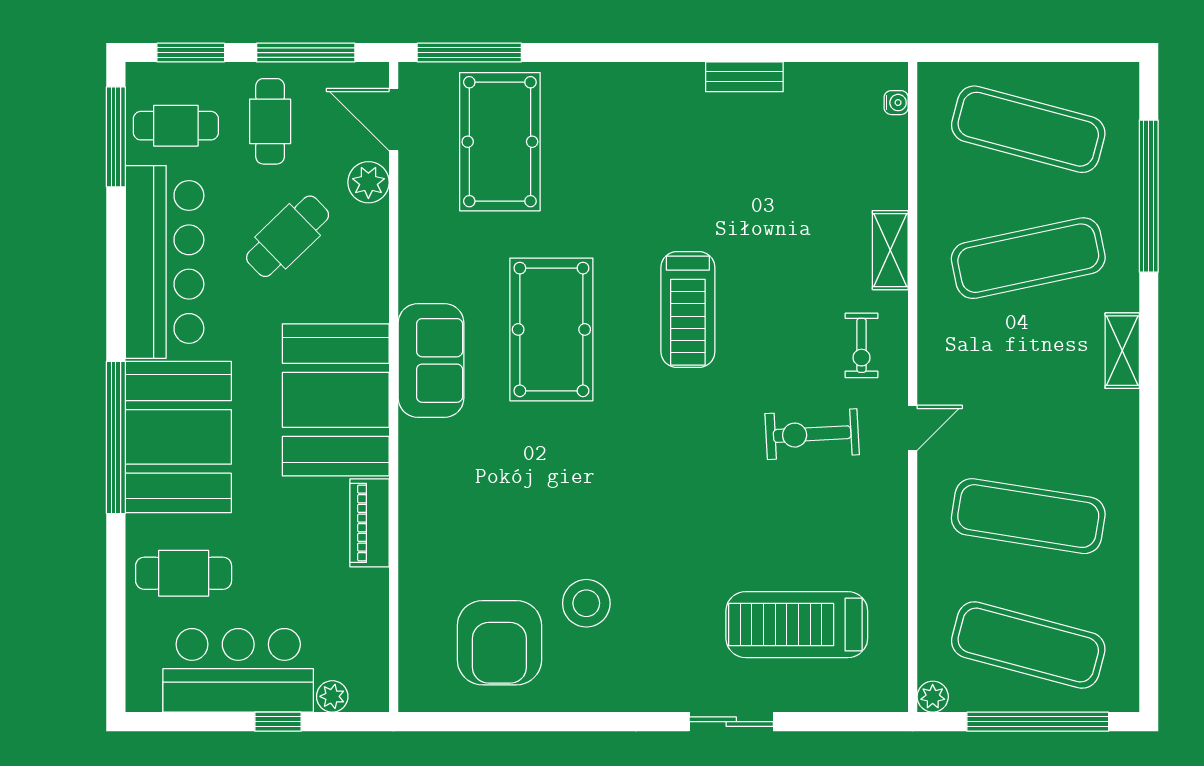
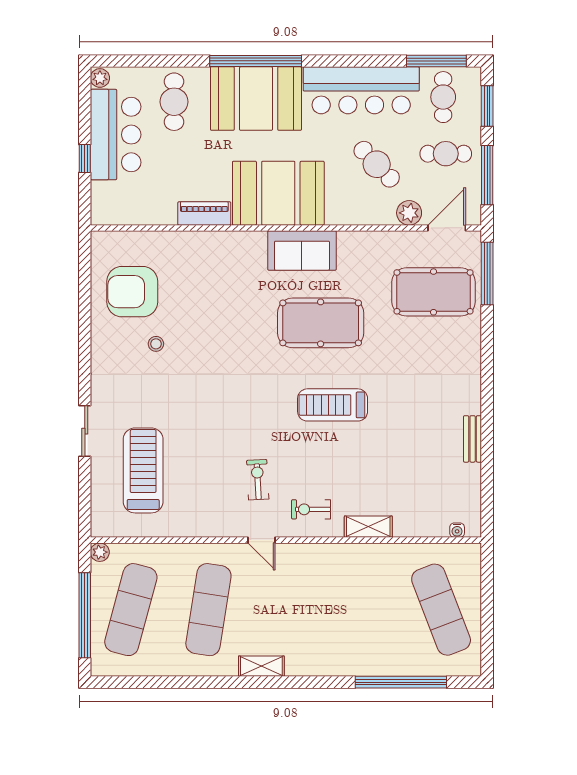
exercise mat: (1028, 129) -> (441, 610), turned -36
exercise mat: (1028, 258) -> (363, 610), removed
shelving: (1122, 351) -> (261, 666), moved
exercise bike: (812, 434) -> (258, 480), width x0.73, depth x0.72
stool: (586, 603) -> (156, 344), width x0.53, depth x0.53
plant: (332, 696) -> (100, 78), moved

